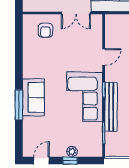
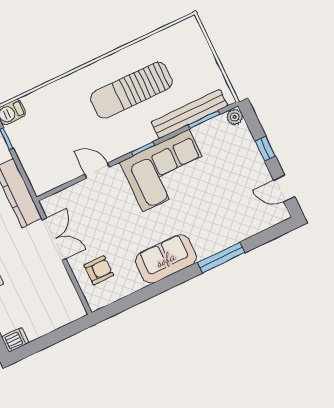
sofa: (33, 97) -> (166, 259), moved
bench: (111, 107) -> (189, 114), moved
plant: (72, 152) -> (235, 117), moved

